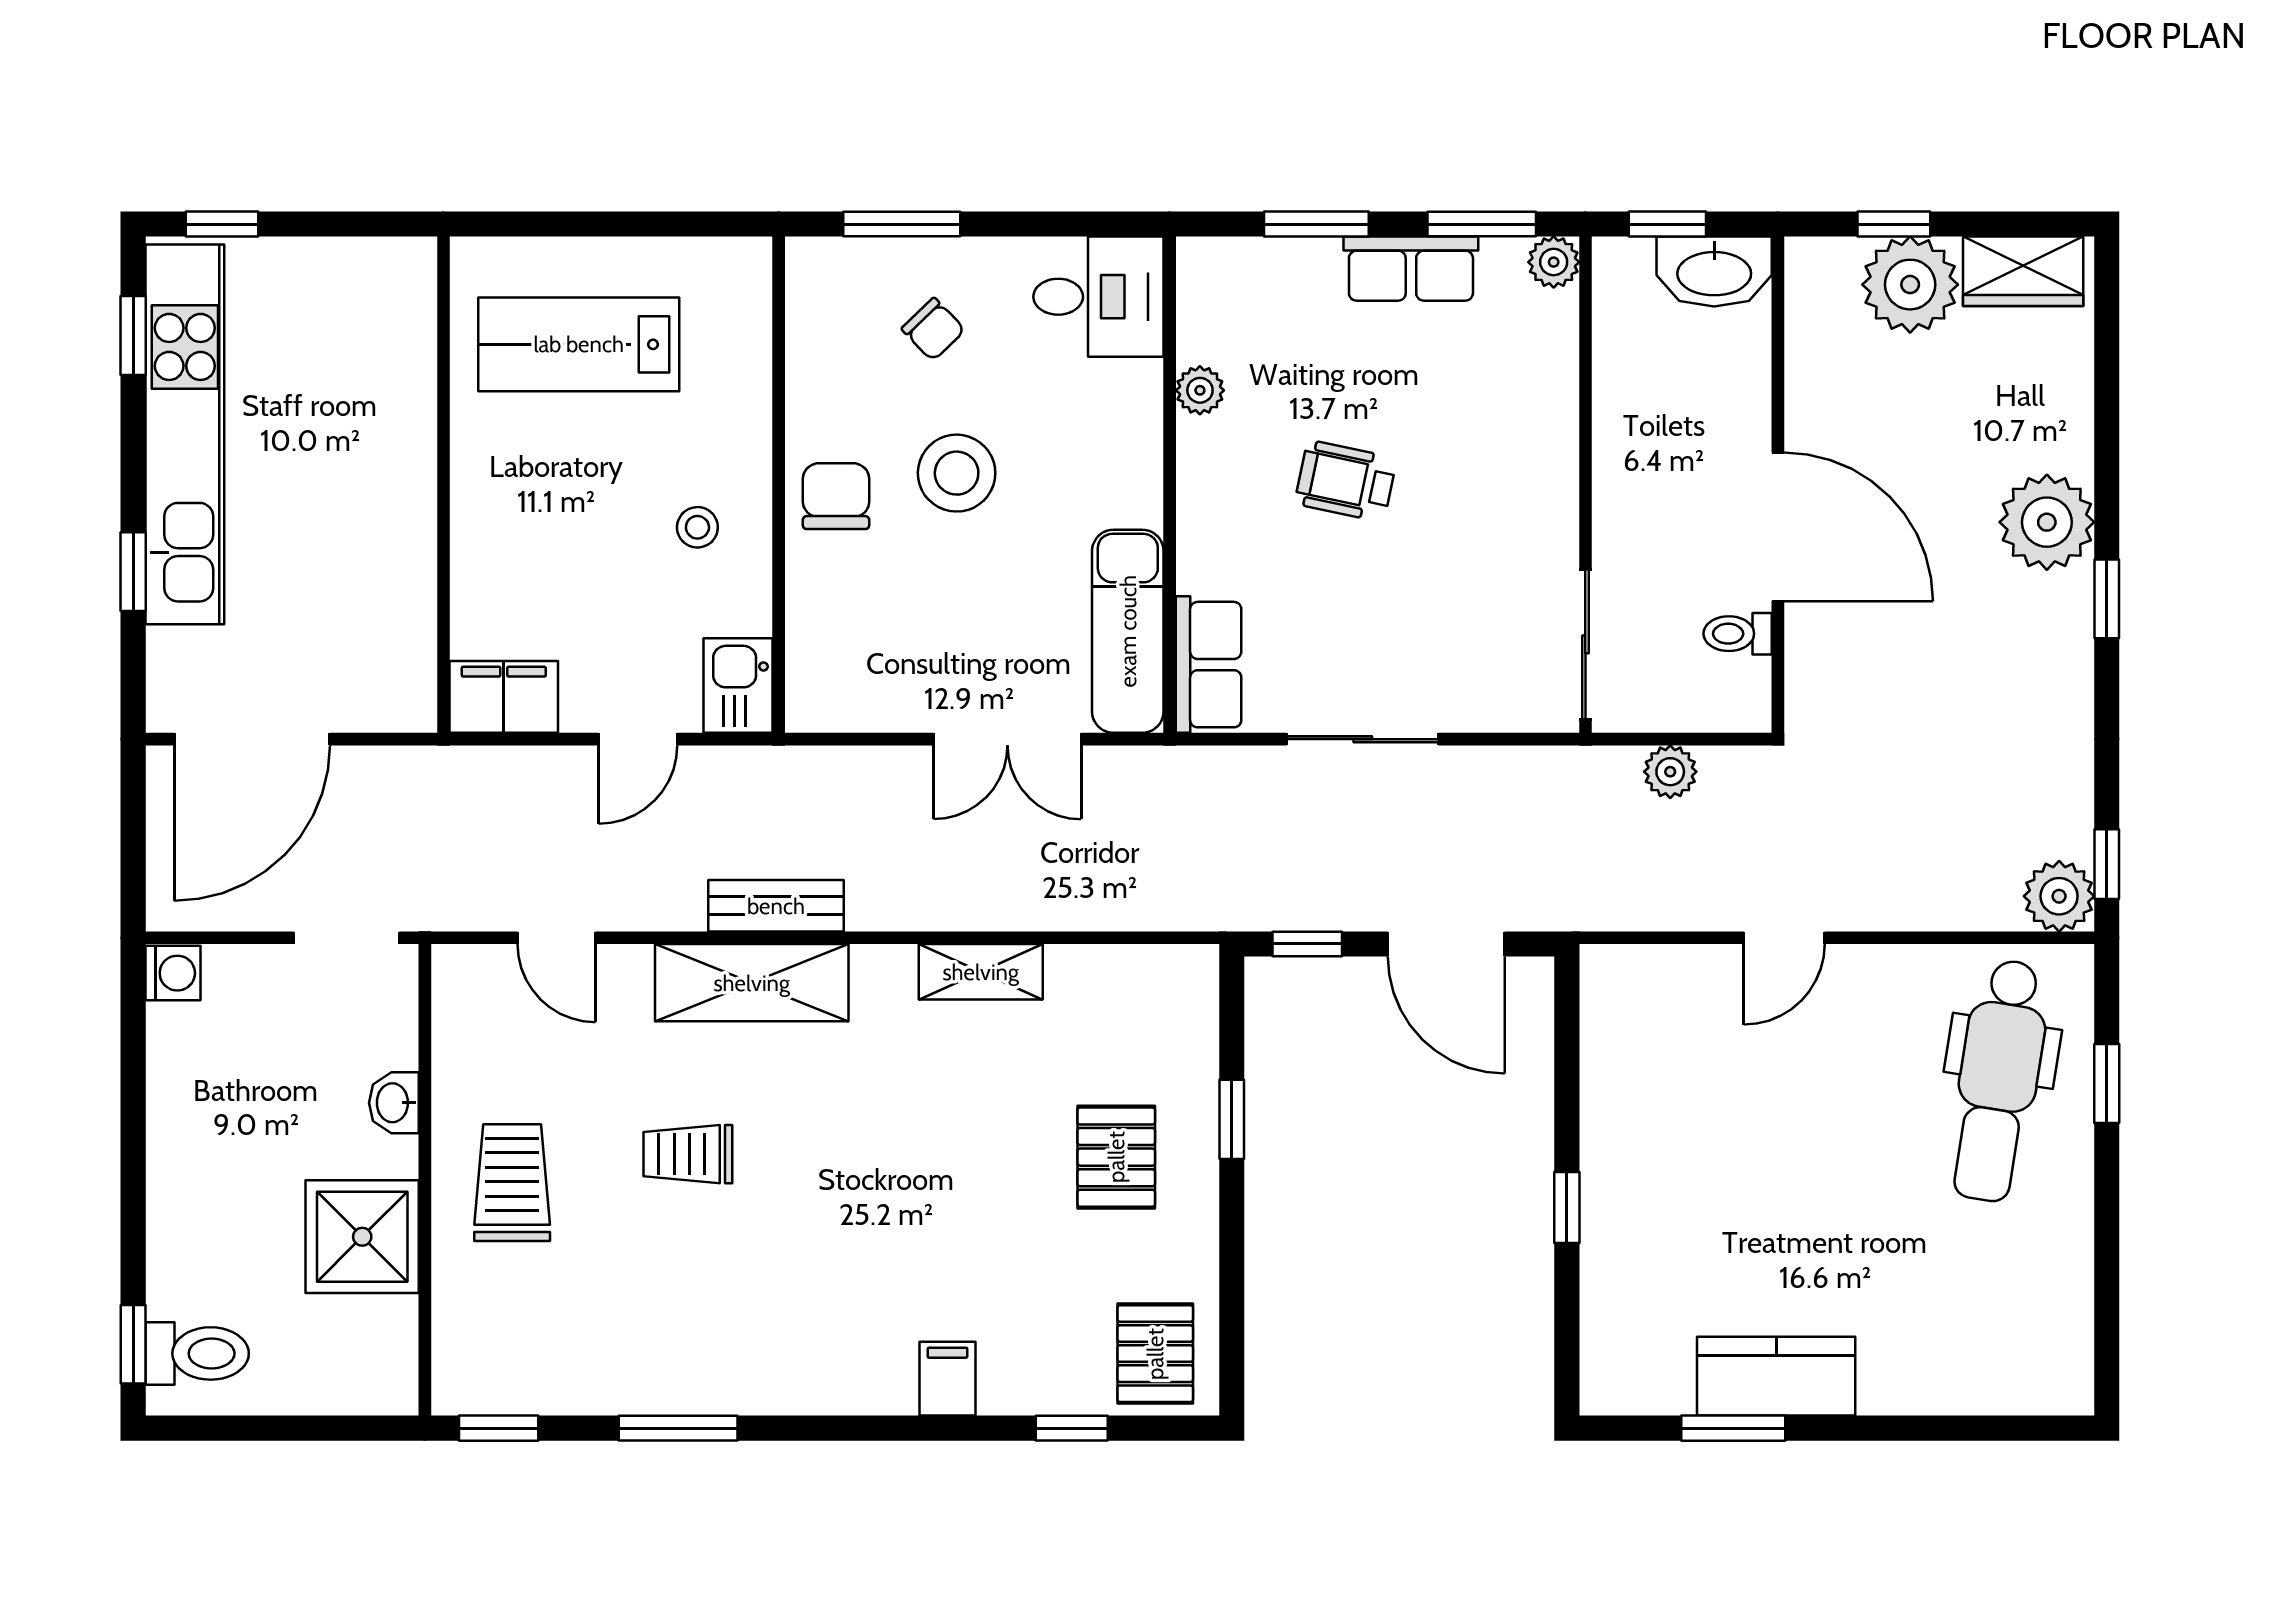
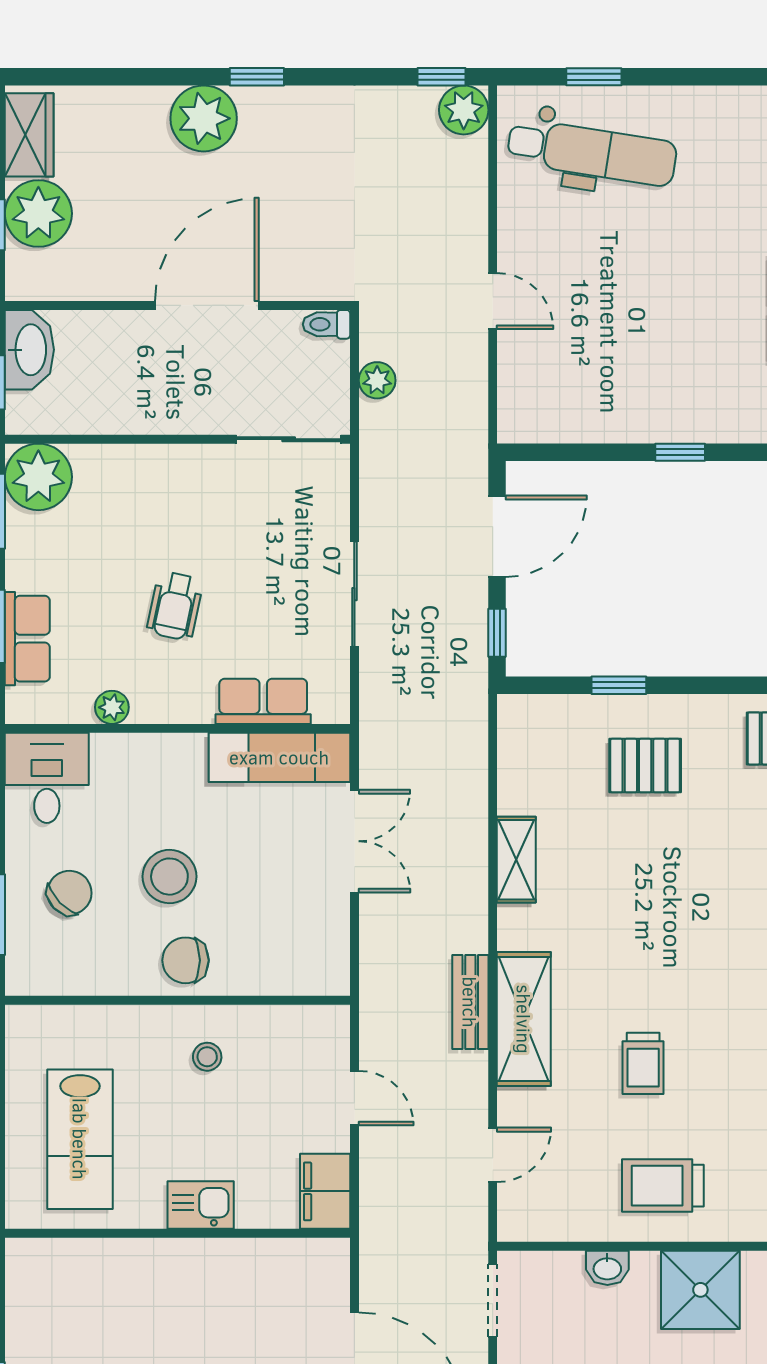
plant: (1554, 262) -> (38, 477), width x1.87, depth x1.87
row of seats: (1411, 269) -> (27, 639), moved
chair: (933, 329) -> (69, 893), width x1.37, depth x1.37
toilet: (1738, 634) -> (327, 324), moved, turned 90
row of seats: (1209, 665) -> (263, 701), moved
kitchen sink: (738, 686) -> (201, 1205), moved, turned 180

